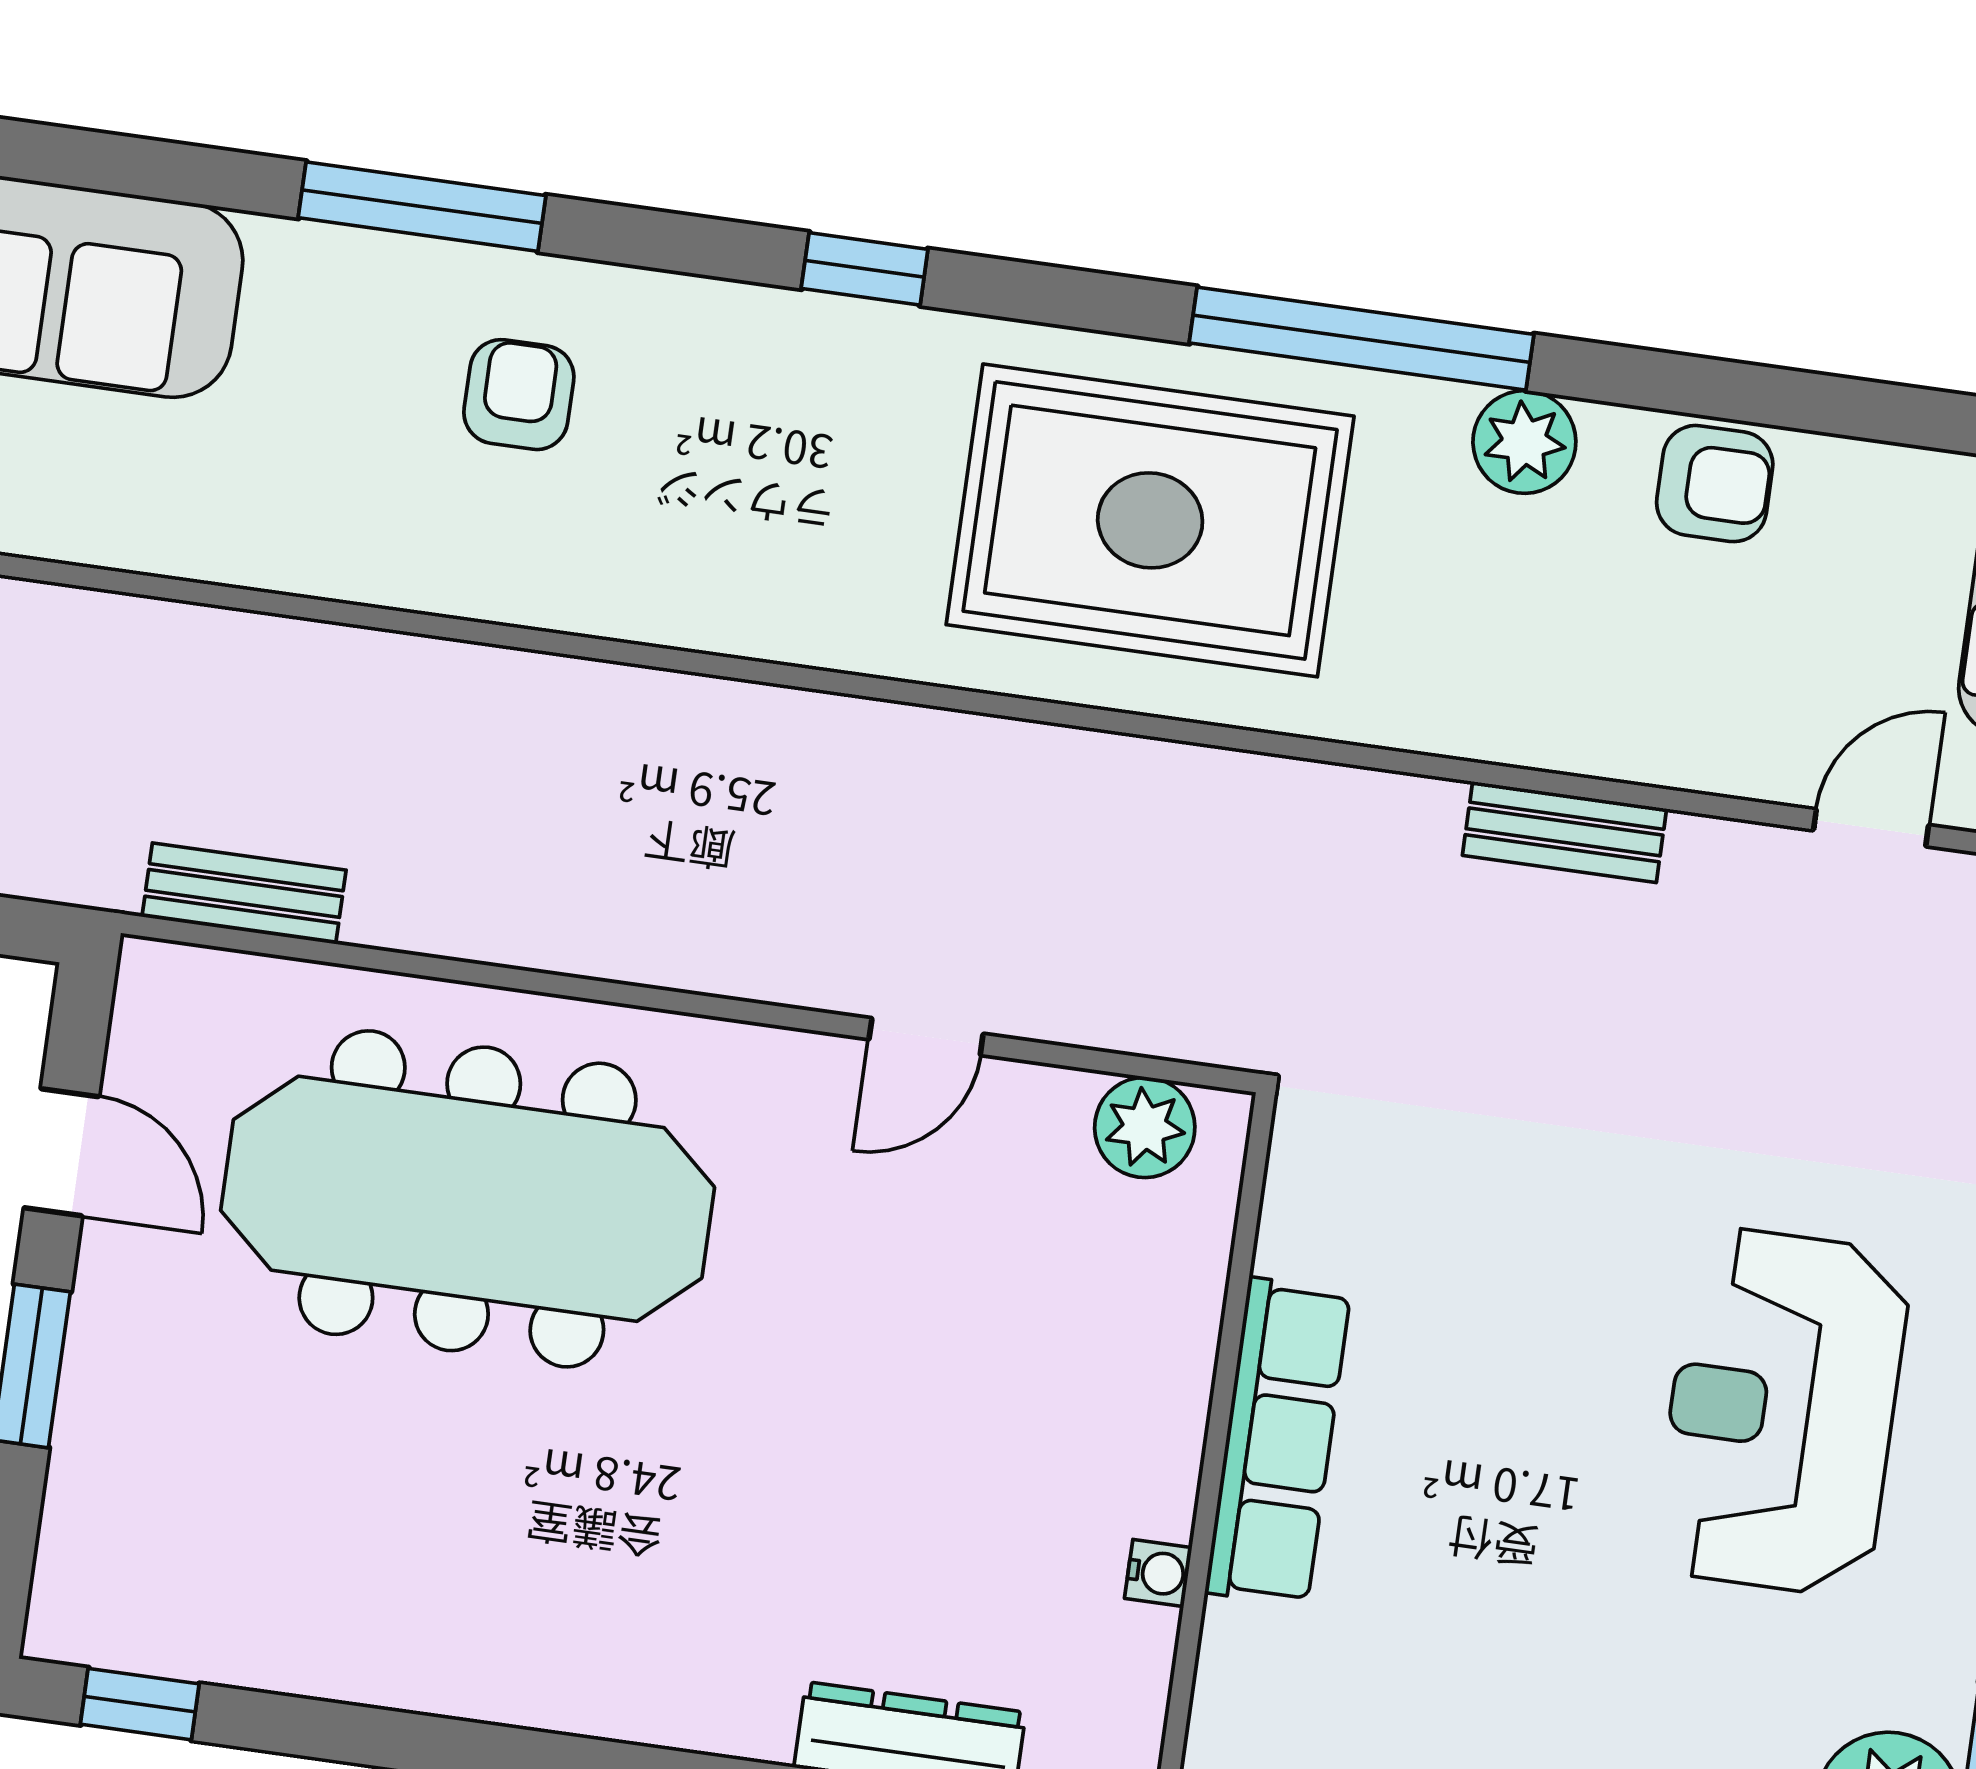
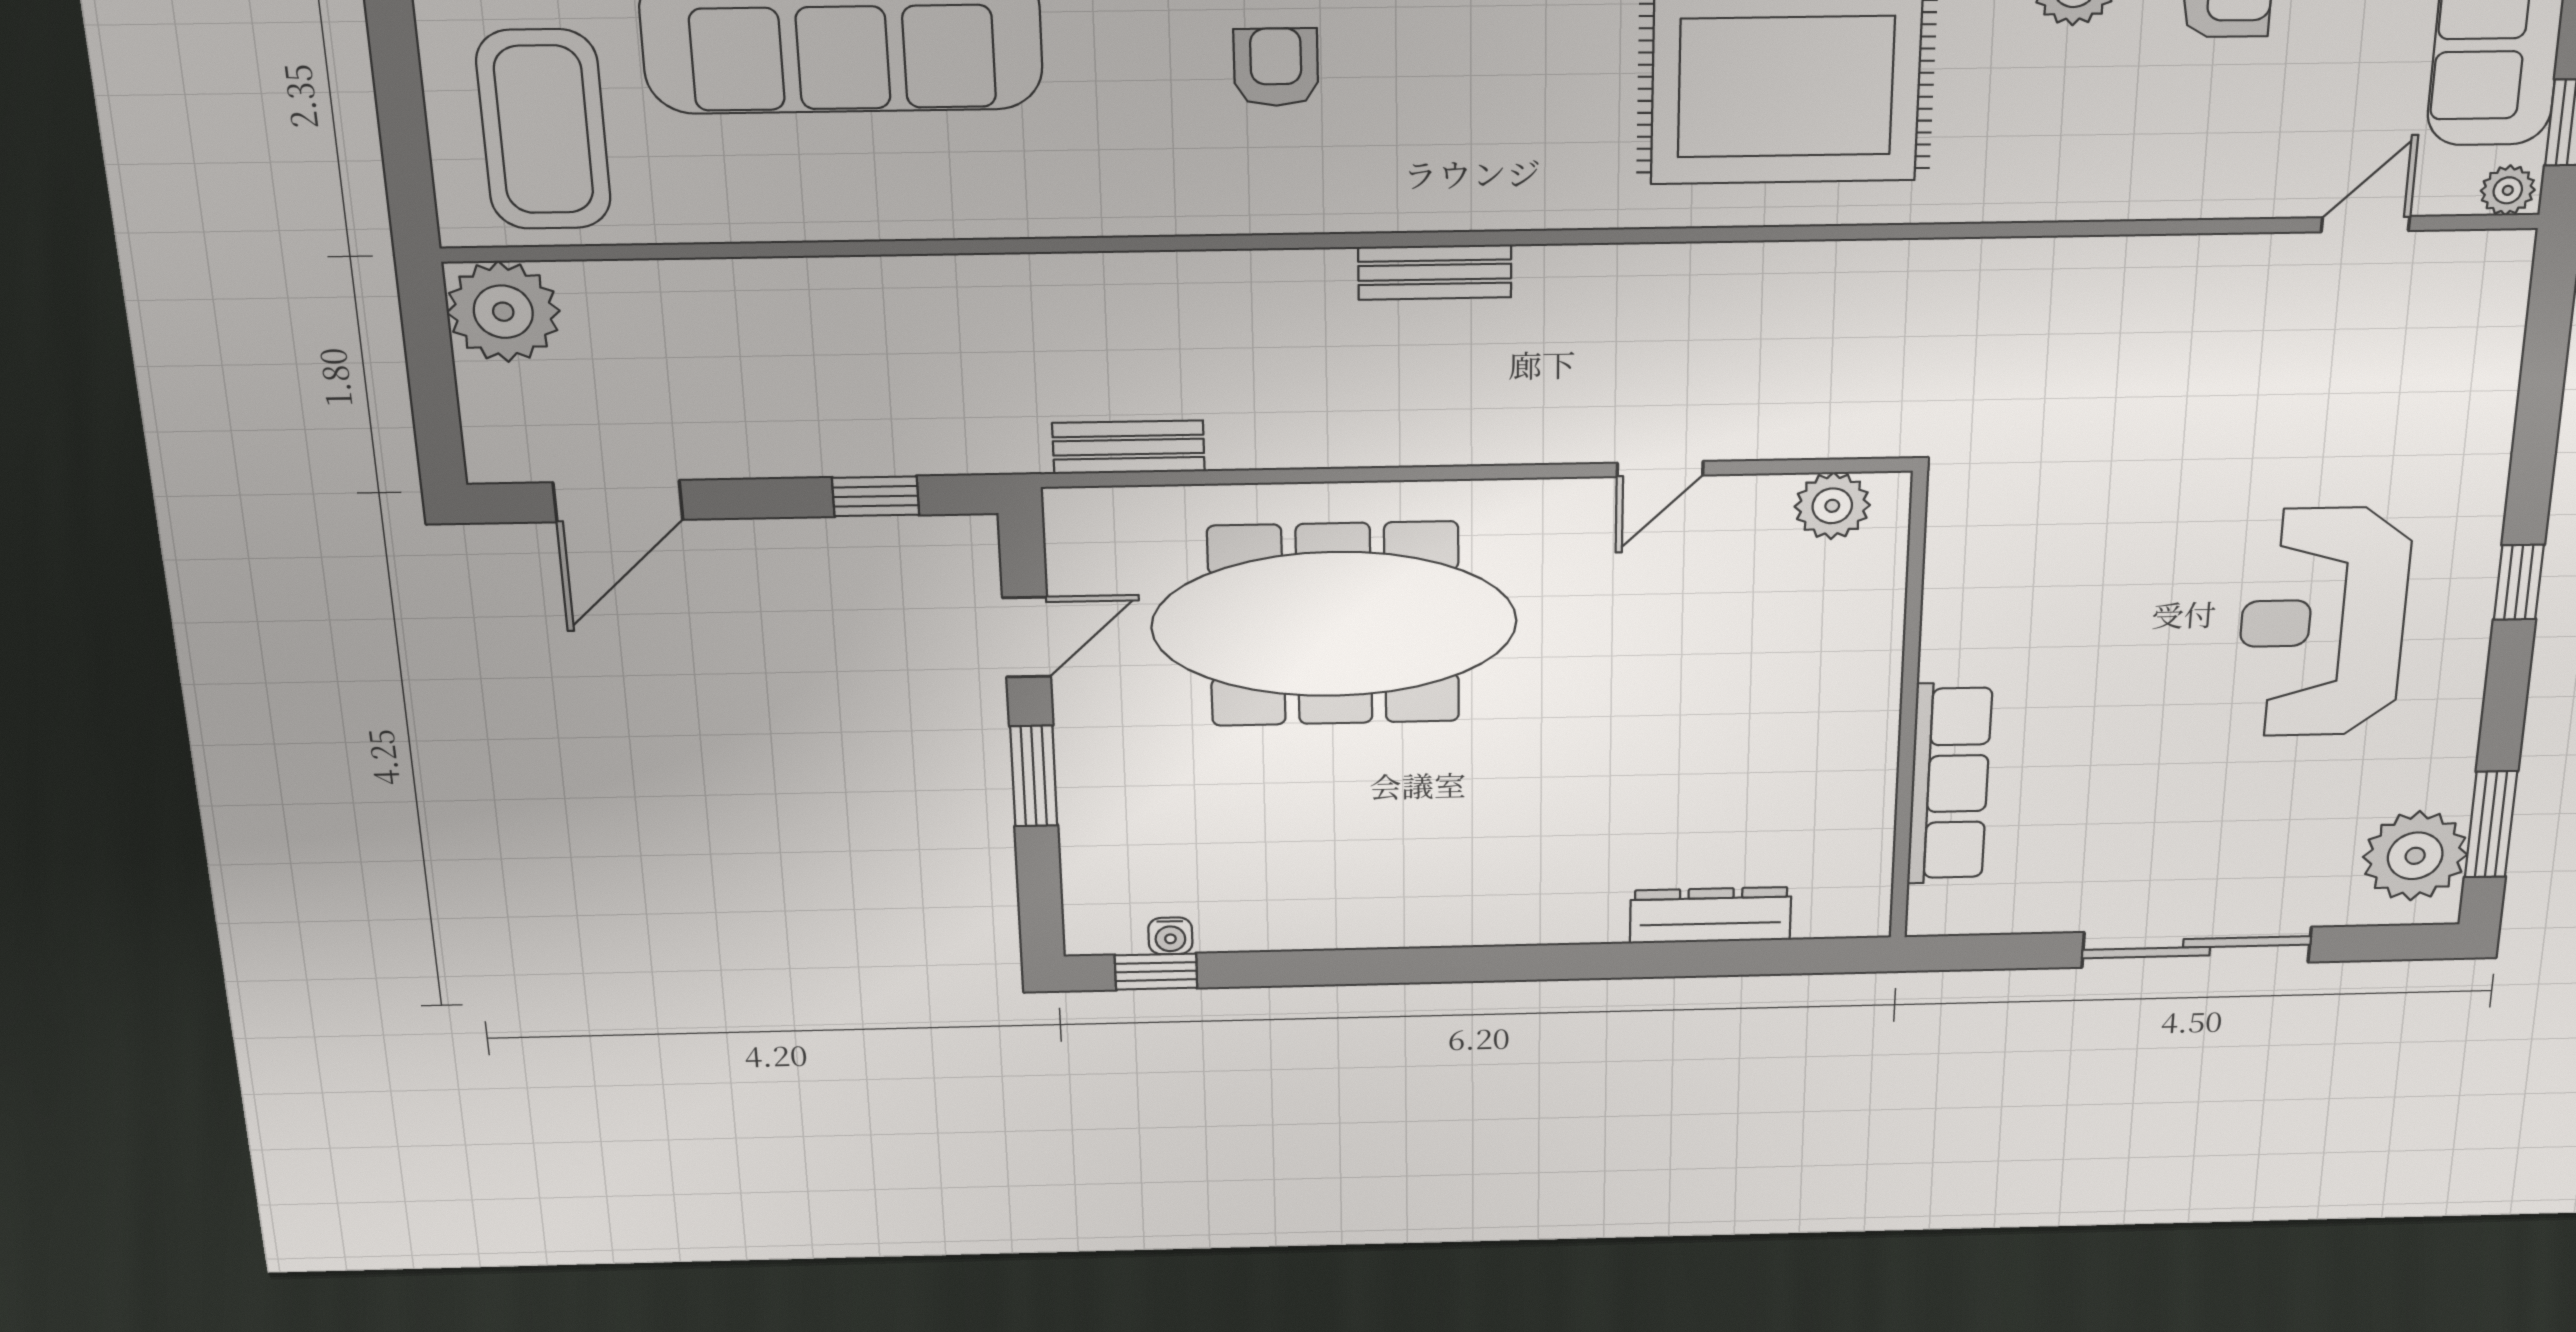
bench: (1565, 832) -> (1435, 272), moved
door: (61, 1152) -> (1027, 637), hinge flipped
row of seats: (1278, 1442) -> (1949, 784), moved
water cooler: (1158, 1573) -> (1170, 936), moved, turned 90

